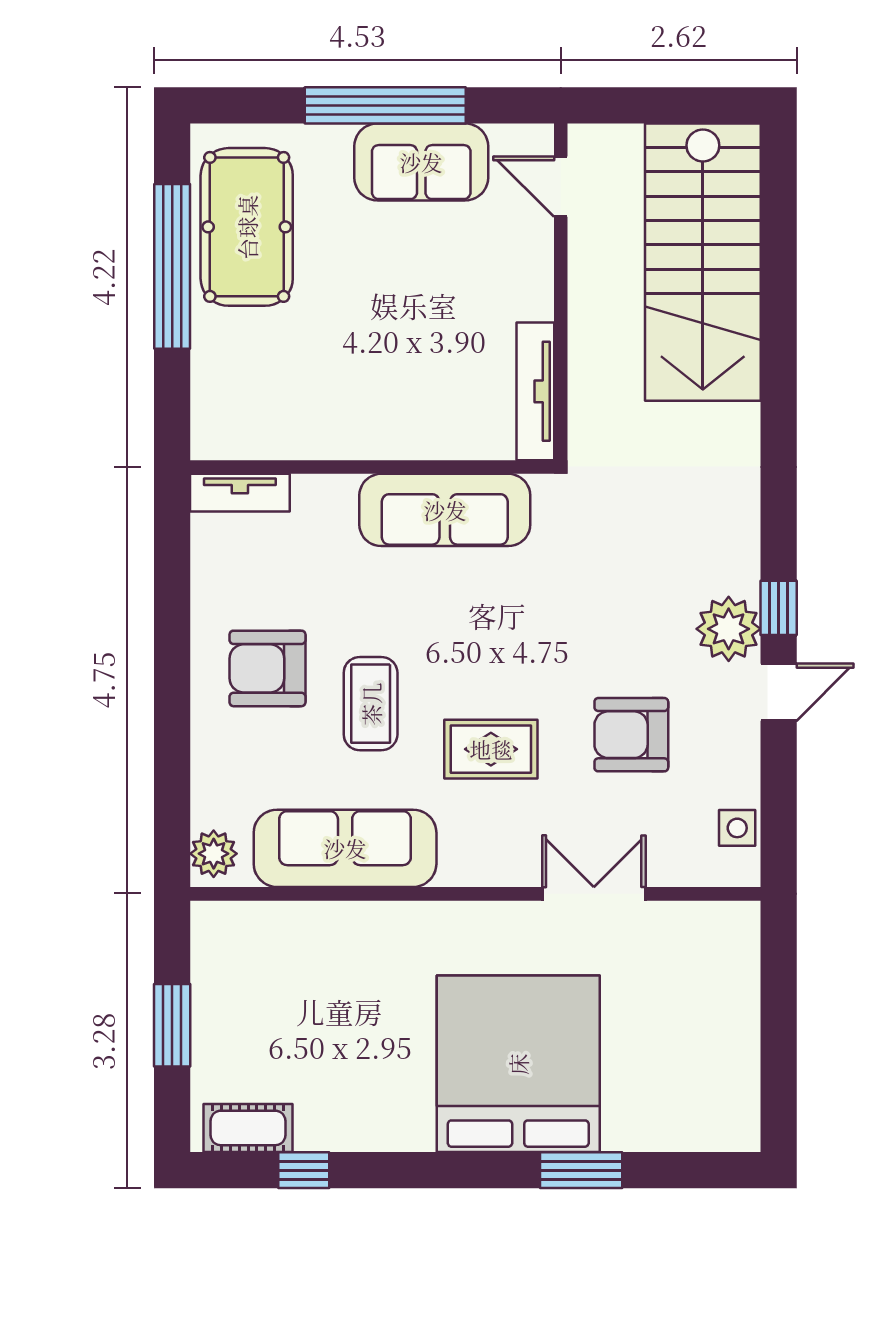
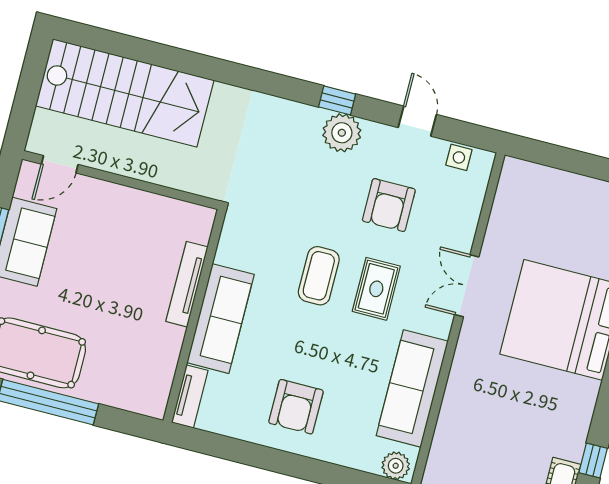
tv unit: (535, 391) -> (187, 284), moved, turned 90
sofa: (445, 510) -> (220, 319), moved
door: (779, 692) -> (417, 121), moved
coffee table: (371, 704) -> (319, 276), moved, turned 90
double door: (594, 894) -> (467, 286), moved

